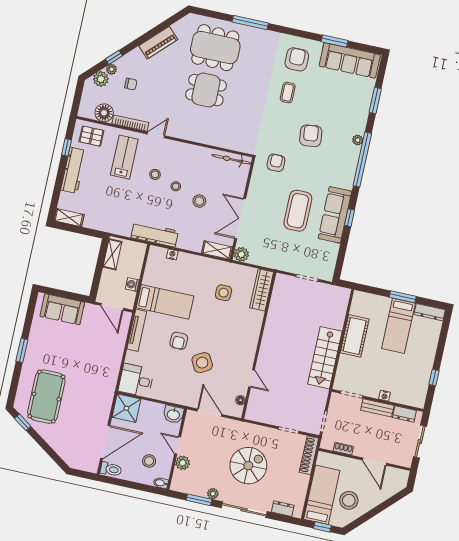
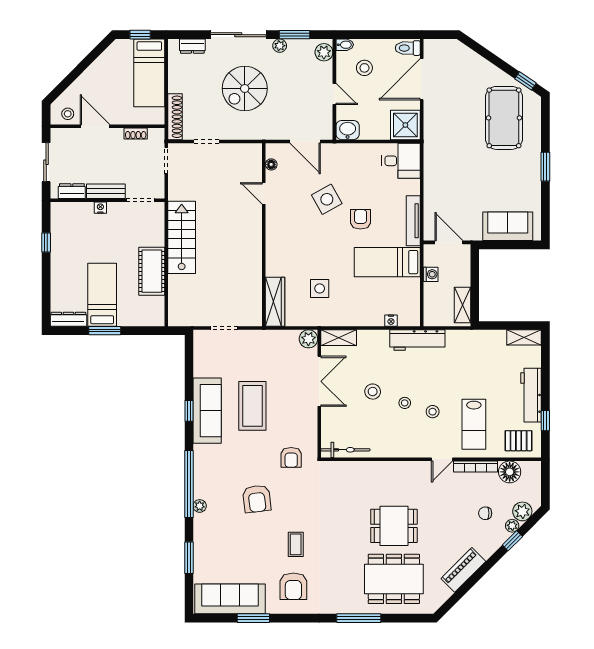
plant: (183, 463) -> (324, 52), moved
stool: (349, 500) -> (68, 114), moved, width x0.53, depth x0.53

